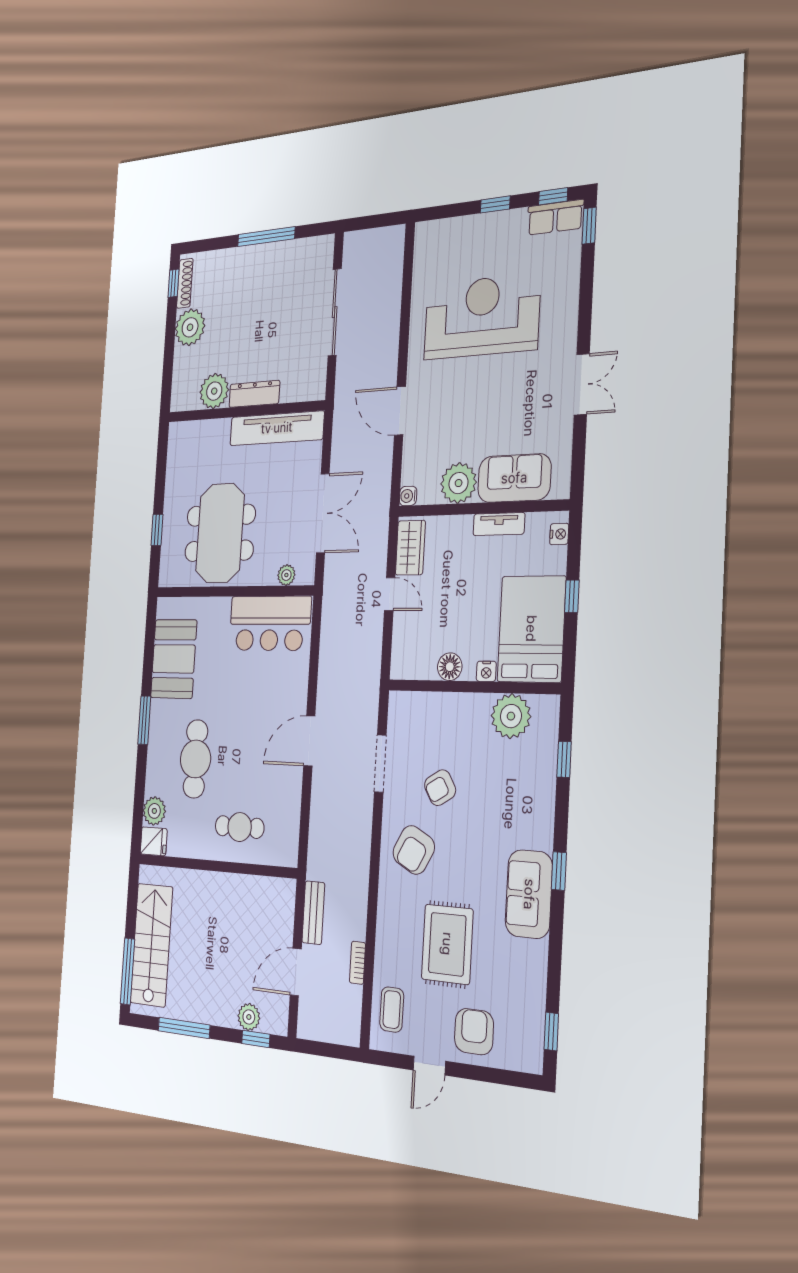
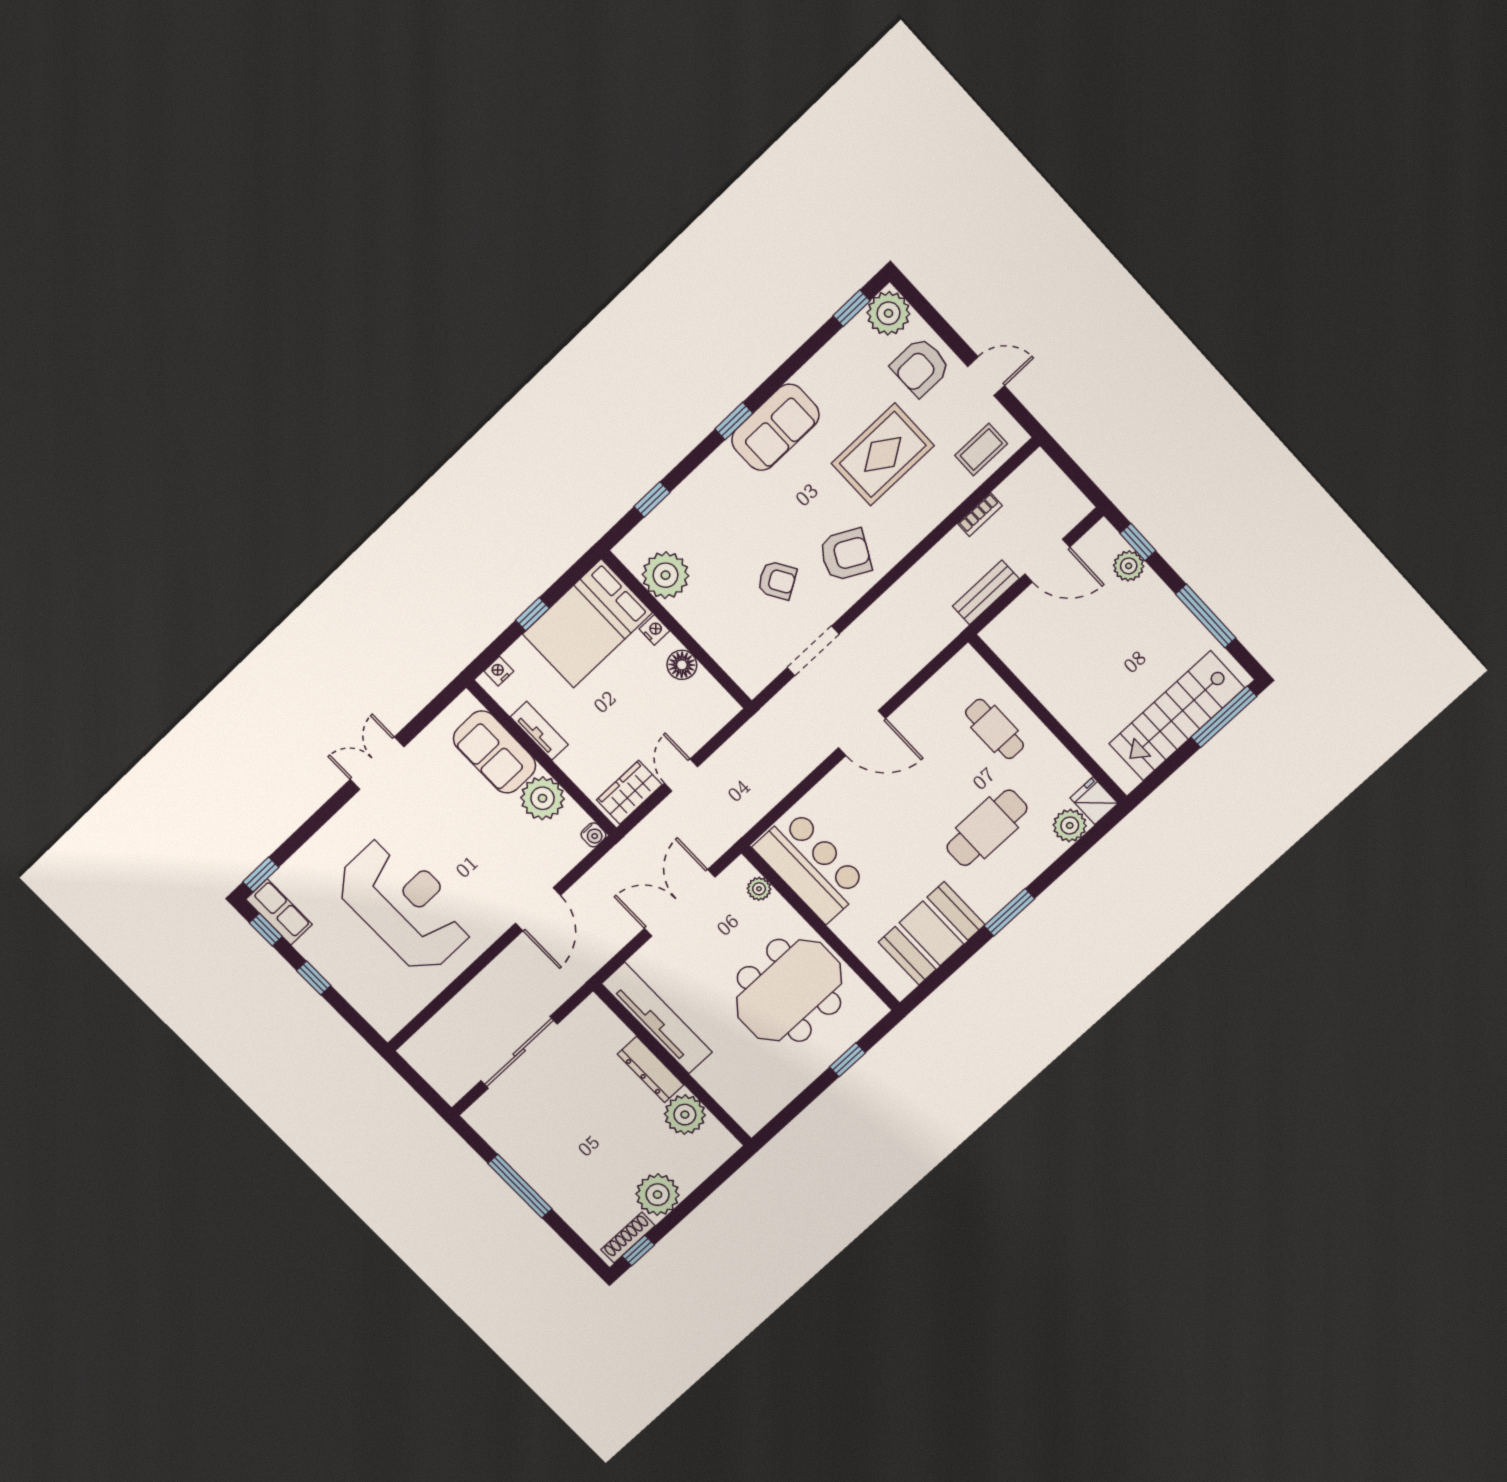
reception desk: (482, 317) -> (405, 905), turned 180
plant: (525, 1051) -> (888, 313), added

